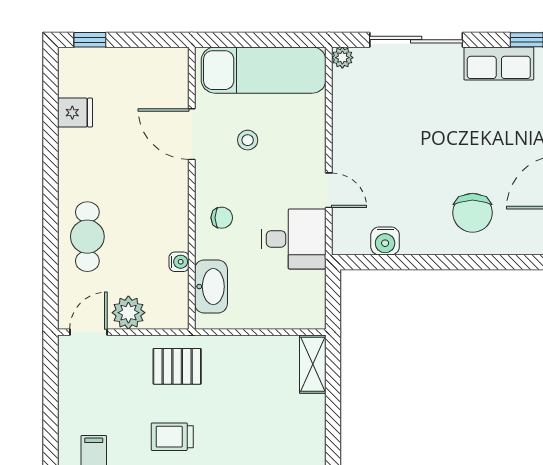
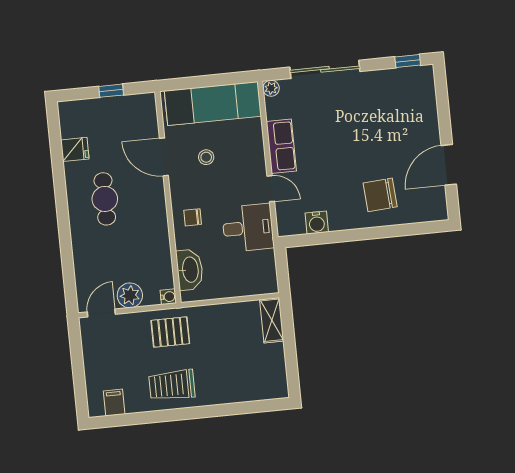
window: (90, 40) -> (111, 91), moved
row of seats: (499, 63) -> (281, 146), moved, turned -90
chair: (473, 213) -> (380, 195), turned 86
chair: (222, 218) -> (193, 217), turned 180
cafe table: (87, 237) -> (105, 199), moved
water cooler: (179, 262) -> (168, 297), moved
trolley: (172, 437) -> (172, 385), width x1.36, depth x1.39

